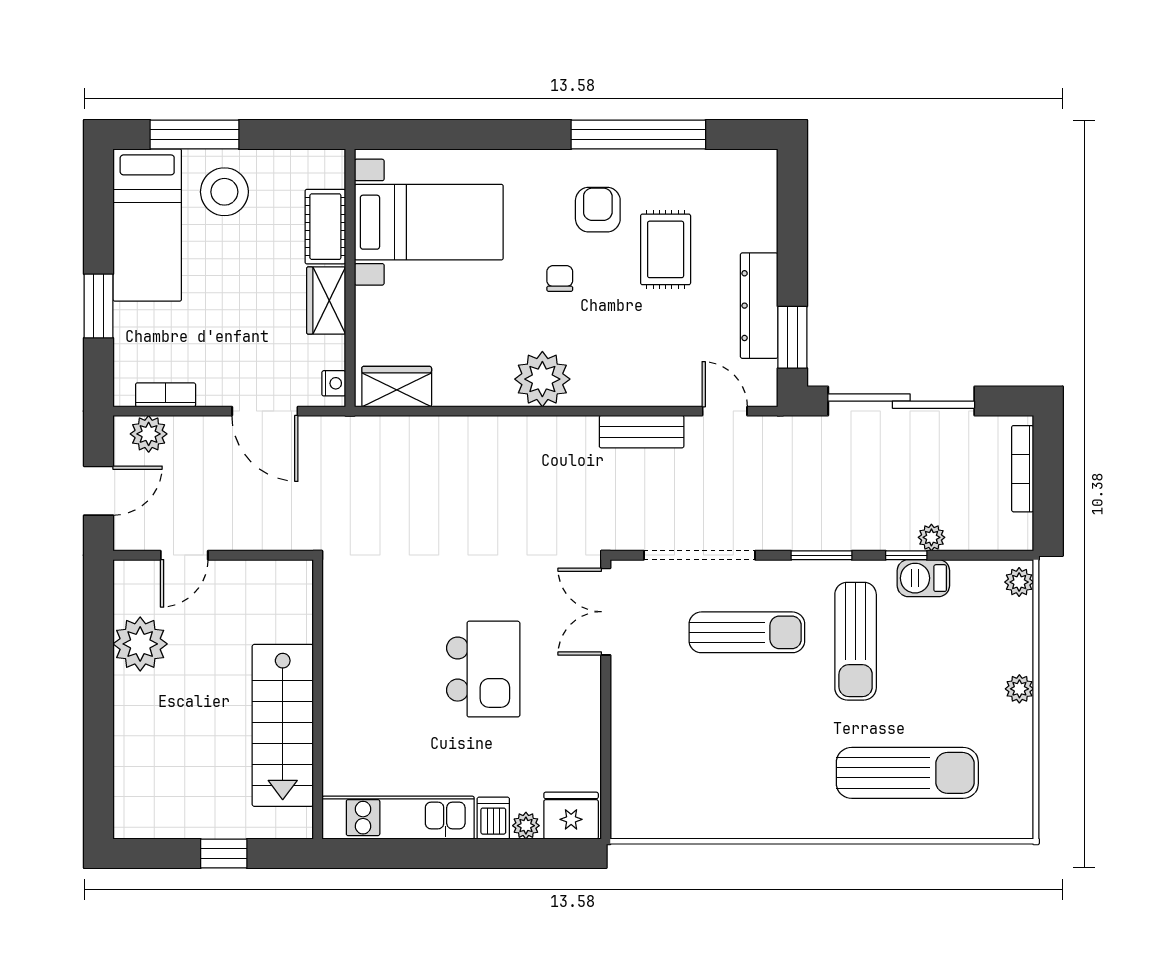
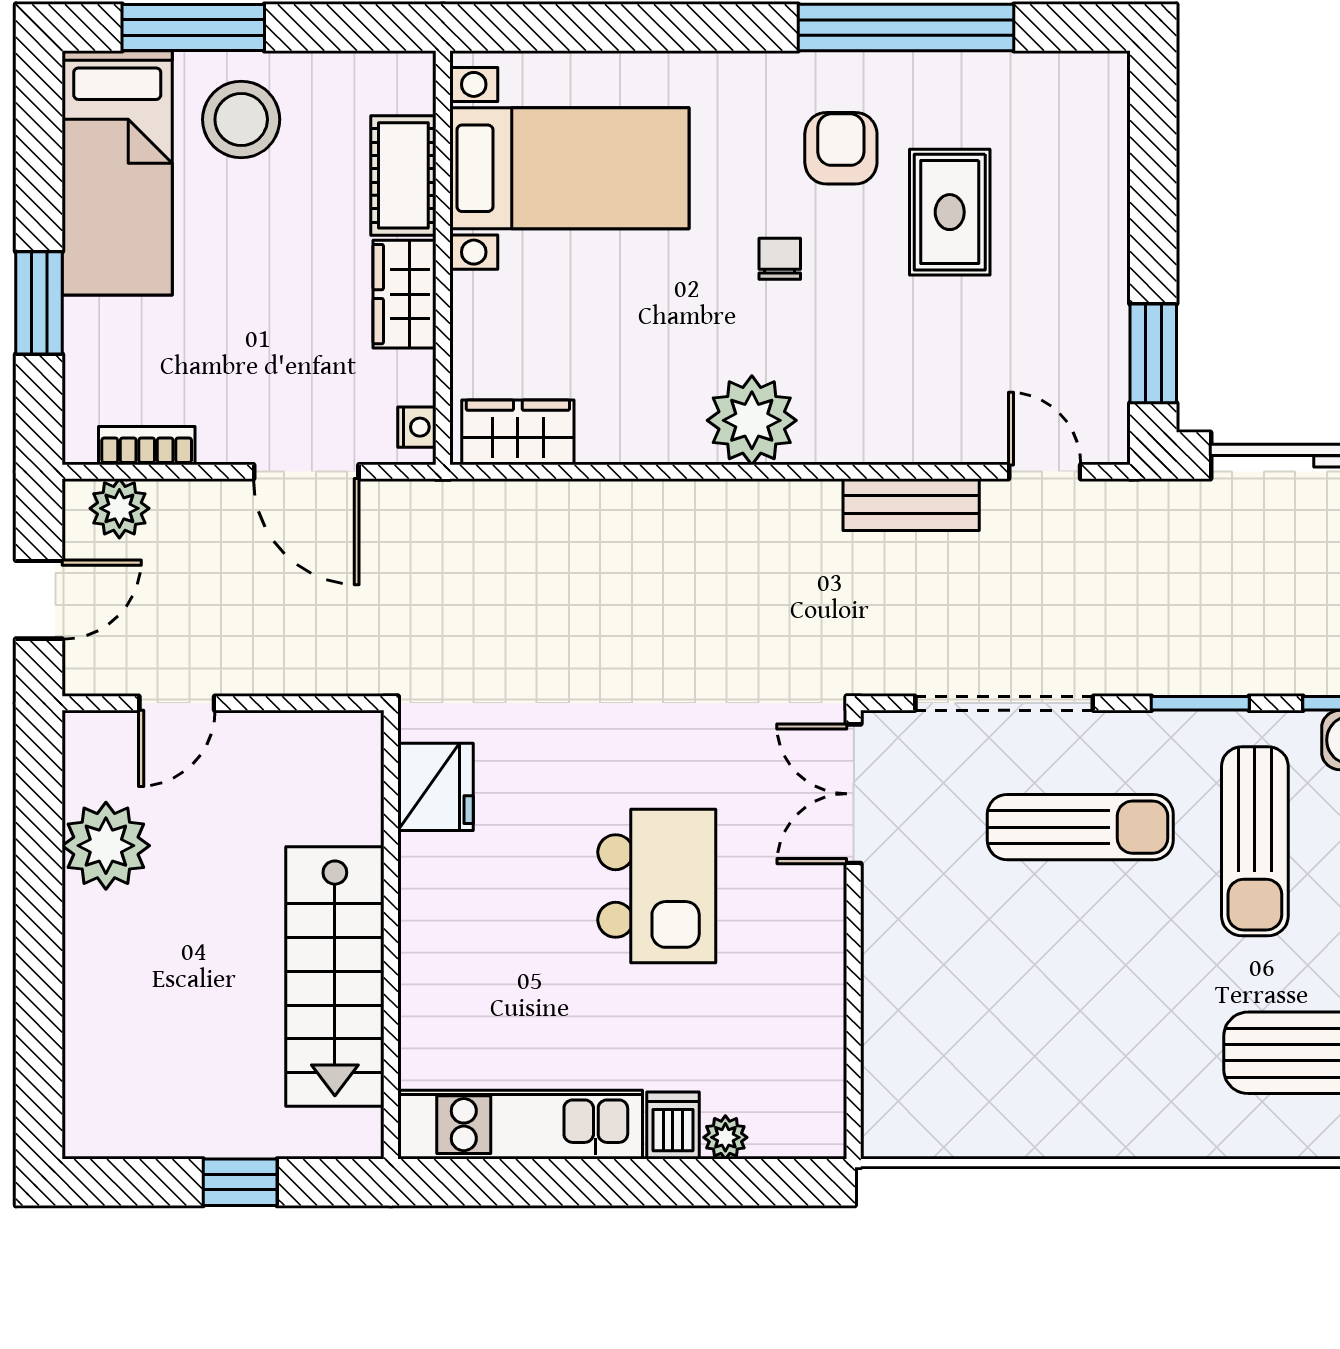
dresser: (759, 306) -> (1100, 302), removed
fridge: (571, 816) -> (435, 787), moved, turned 90

